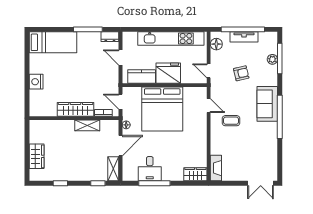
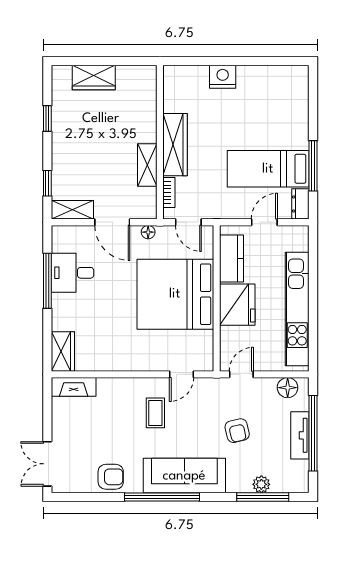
bed: (53, 42) -> (268, 169), moved, turned 90
door: (121, 102) -> (188, 222), swing flipped
sofa: (267, 104) -> (184, 476), width x1.36
armchair: (268, 147) -> (111, 477), added

